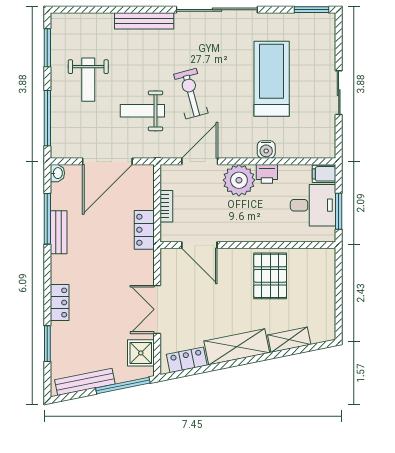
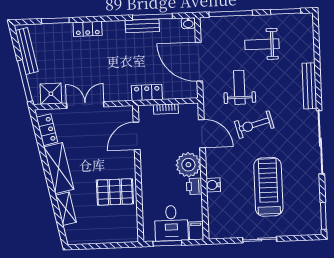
treadmill: (272, 79) -> (268, 187), turned -90
exercise bike: (191, 94) -> (254, 125), turned 180

